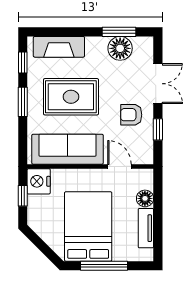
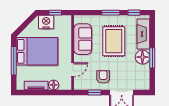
window: (119, 32) -> (152, 58), moved
floor lamp: (120, 48) -> (142, 57), moved
sofa: (68, 149) -> (83, 39), width x0.73
nightstand: (39, 181) -> (46, 22), moved

